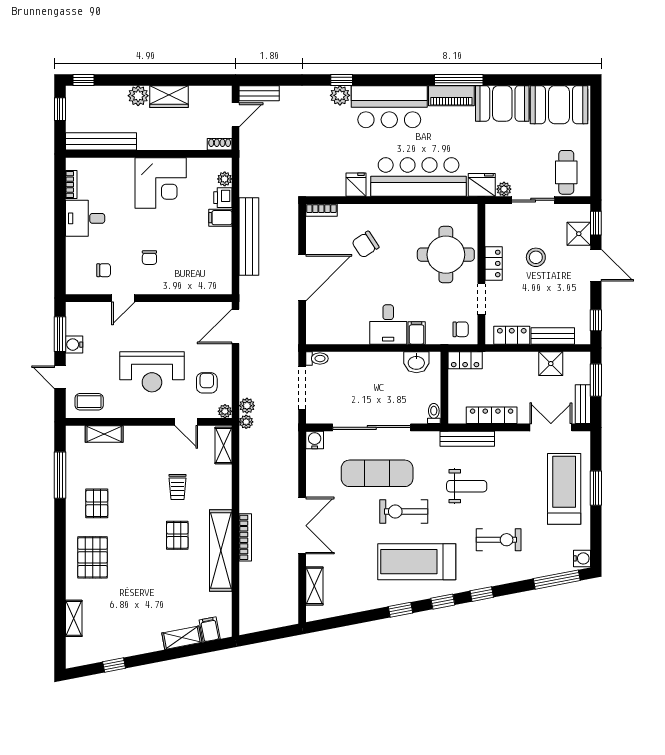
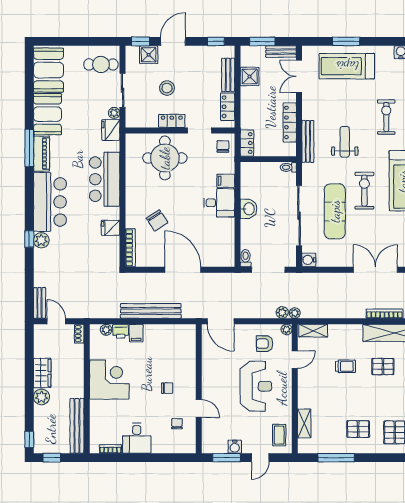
bar counter: (419, 177) -> (105, 179), width x0.73
bookcase: (321, 210) -> (130, 248), width x1.56
washbasin: (416, 362) -> (248, 209), moved
exercise bike: (404, 511) -> (364, 191), turned 180

